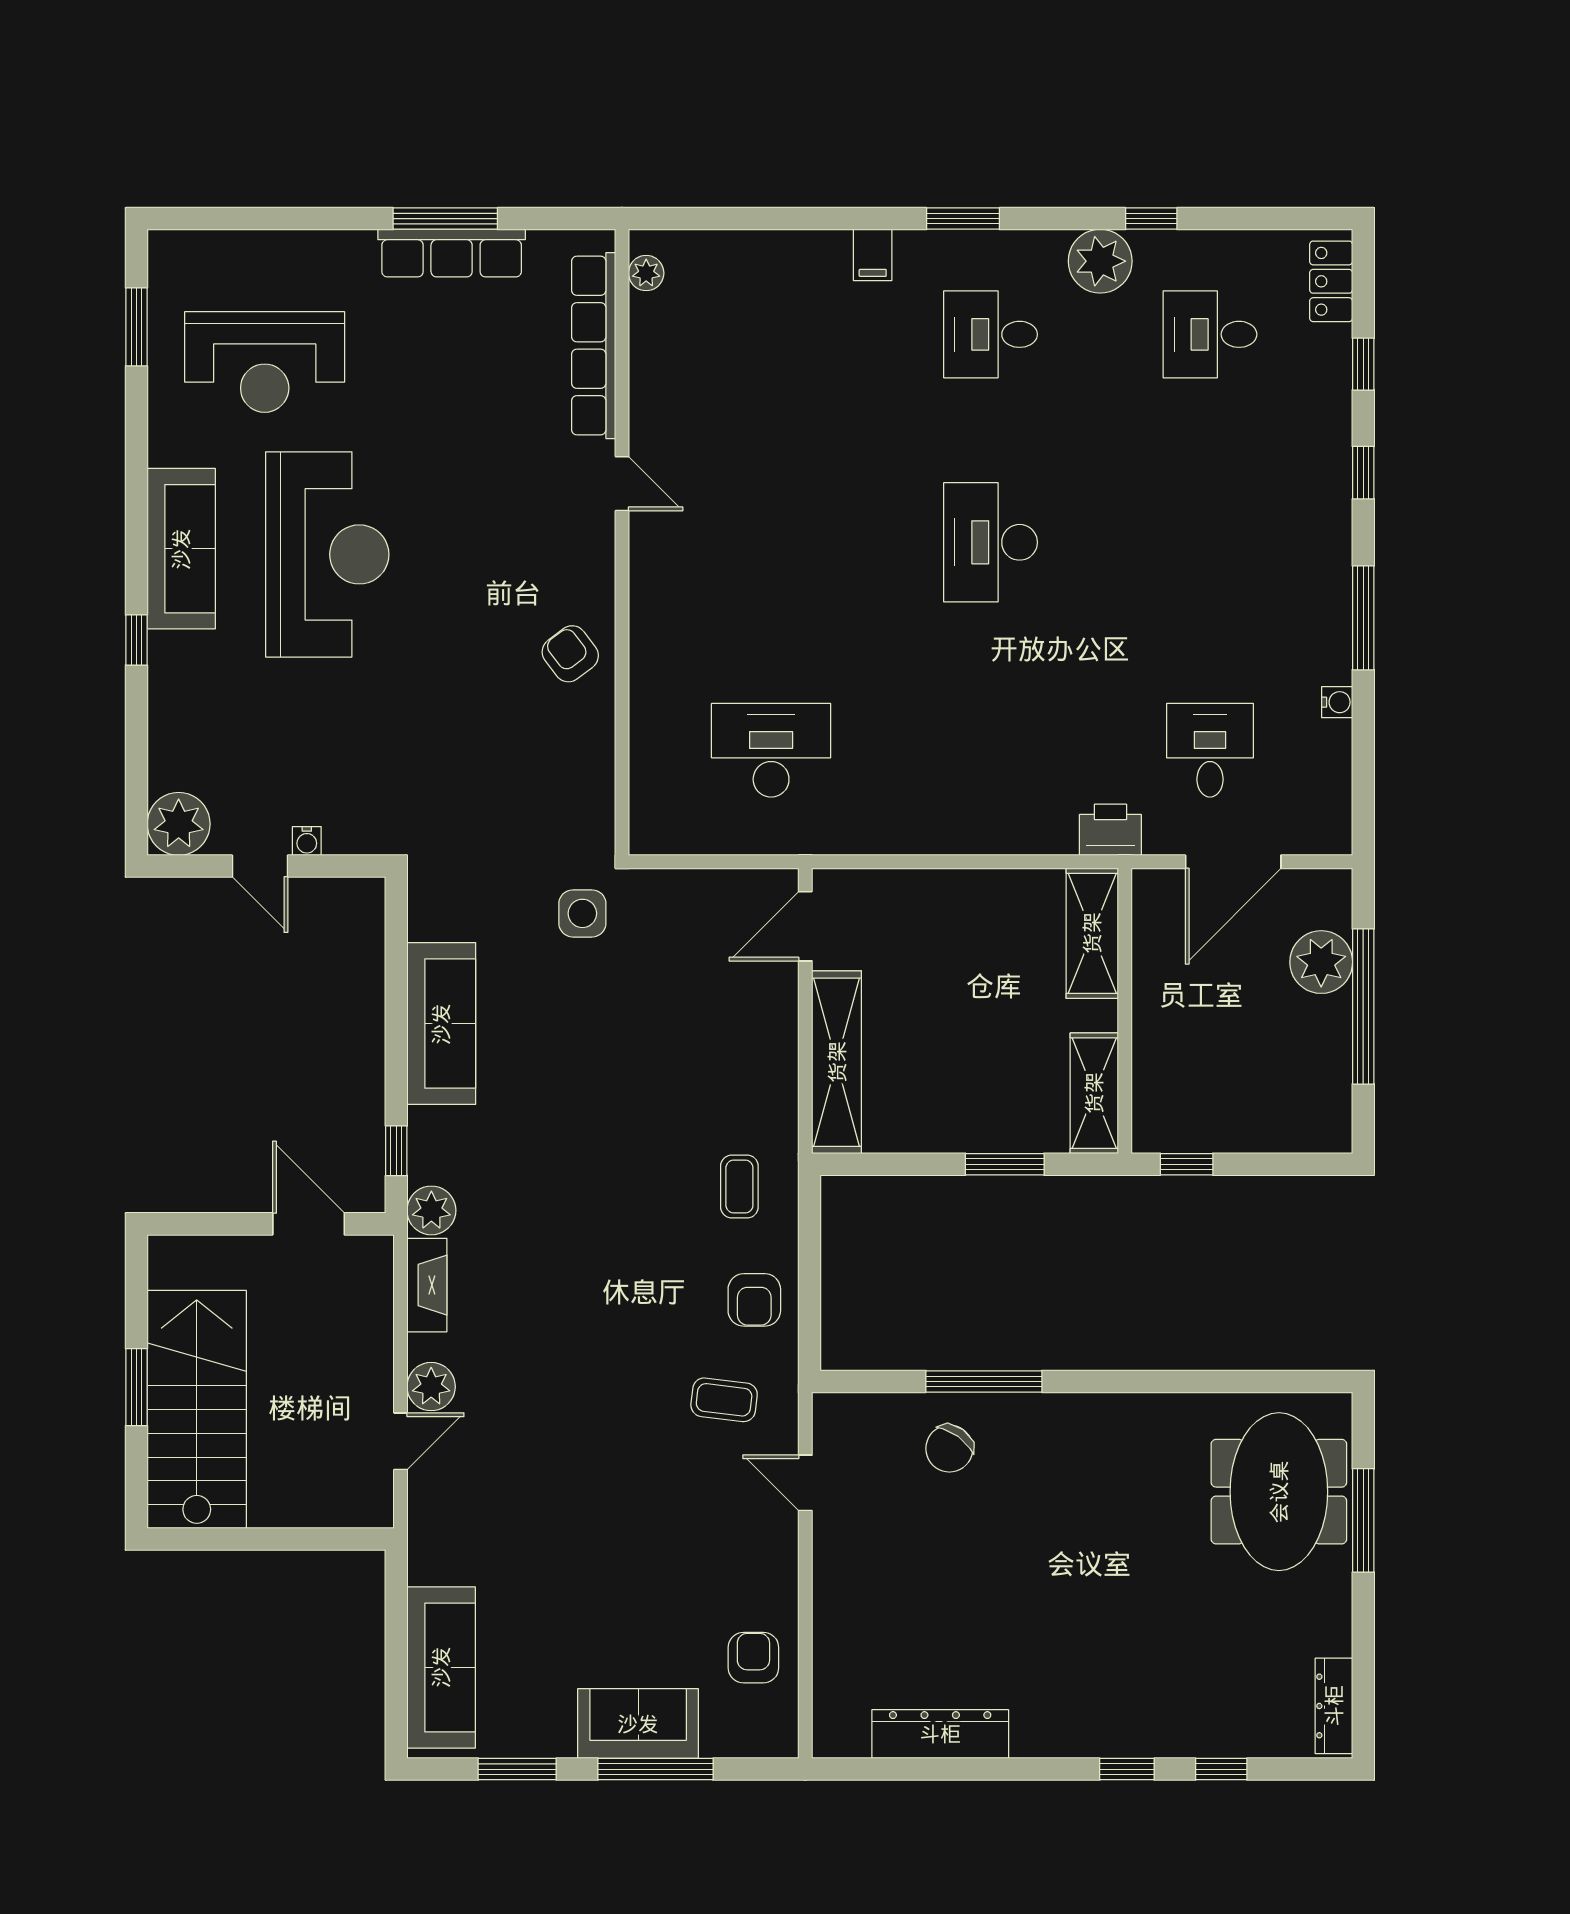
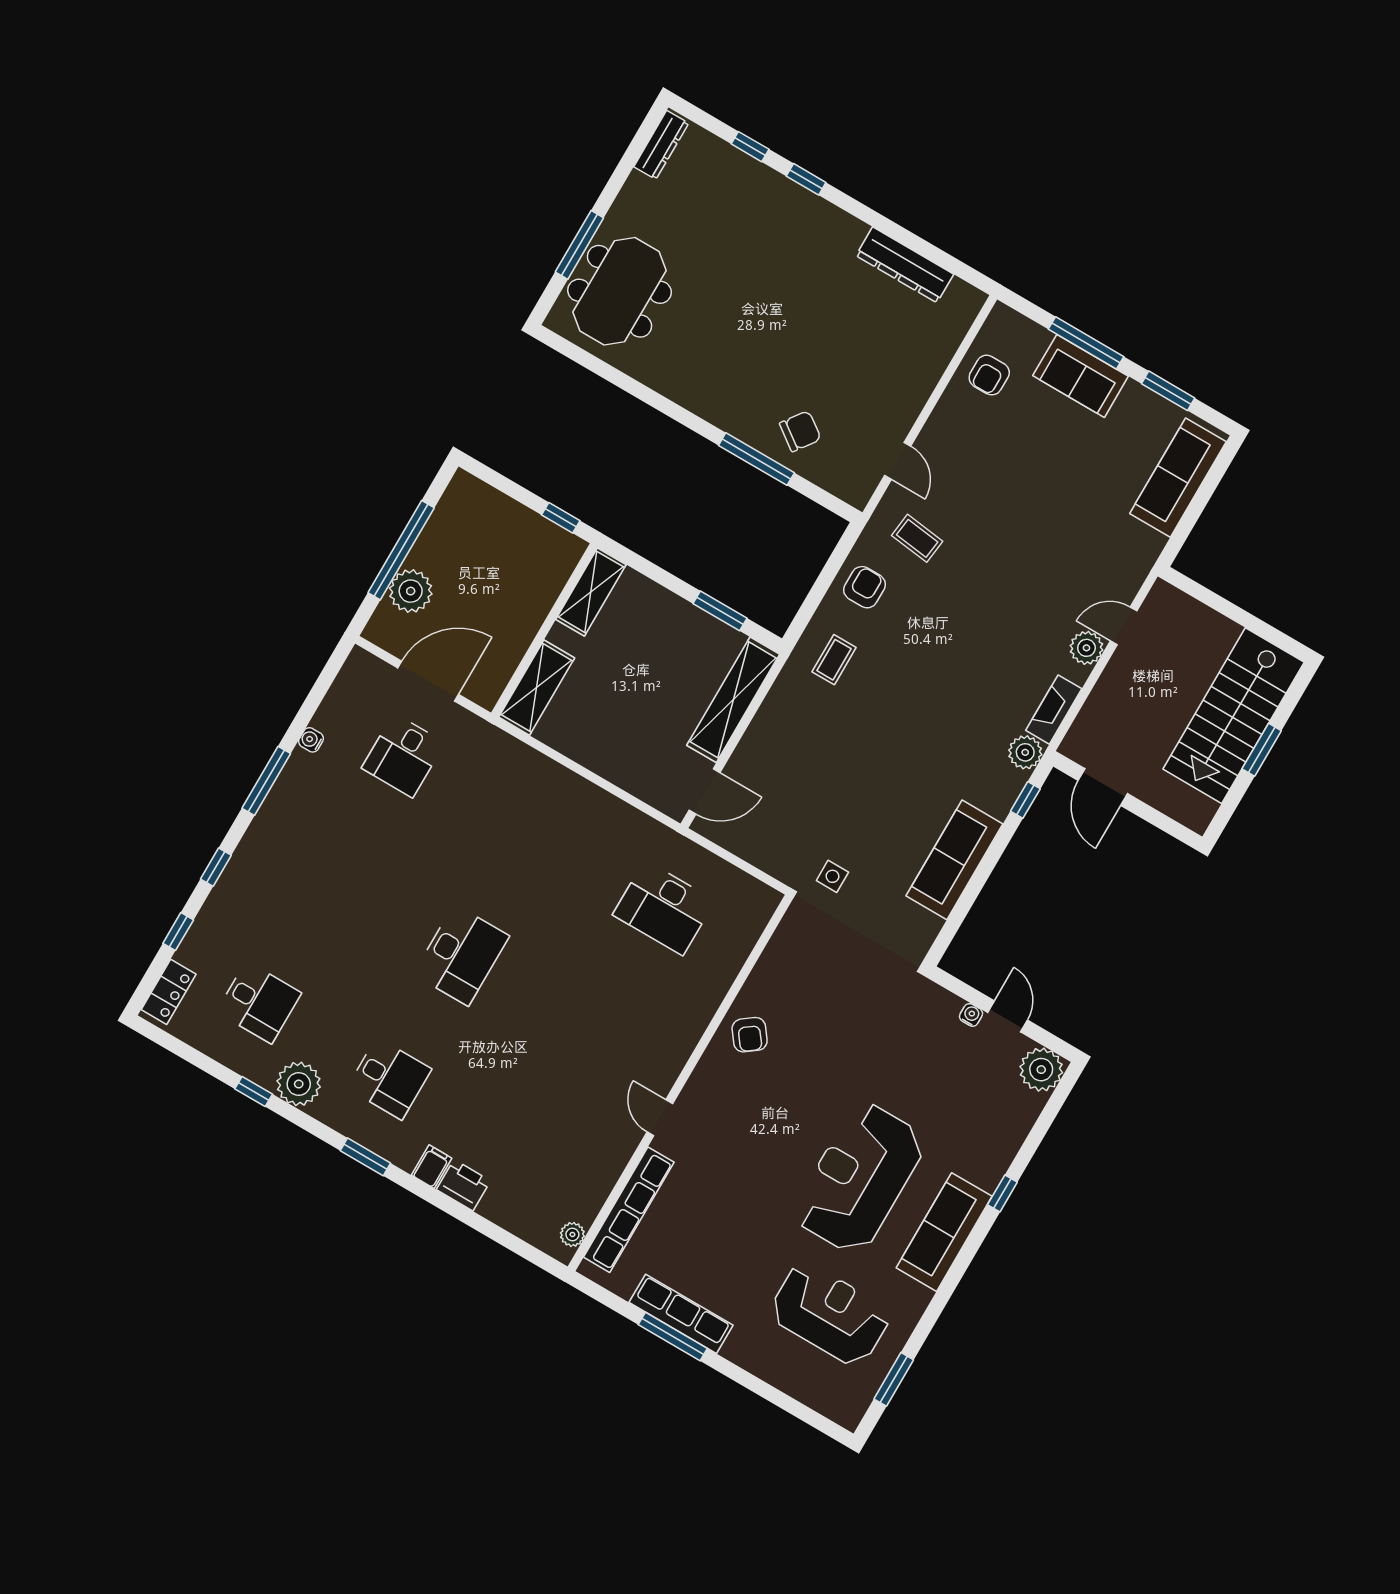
printer: (1110, 830) -> (463, 1185), moved, turned 180
side table: (582, 913) -> (832, 876), width x0.73, depth x0.73
window: (1005, 1164) -> (720, 611), moved

